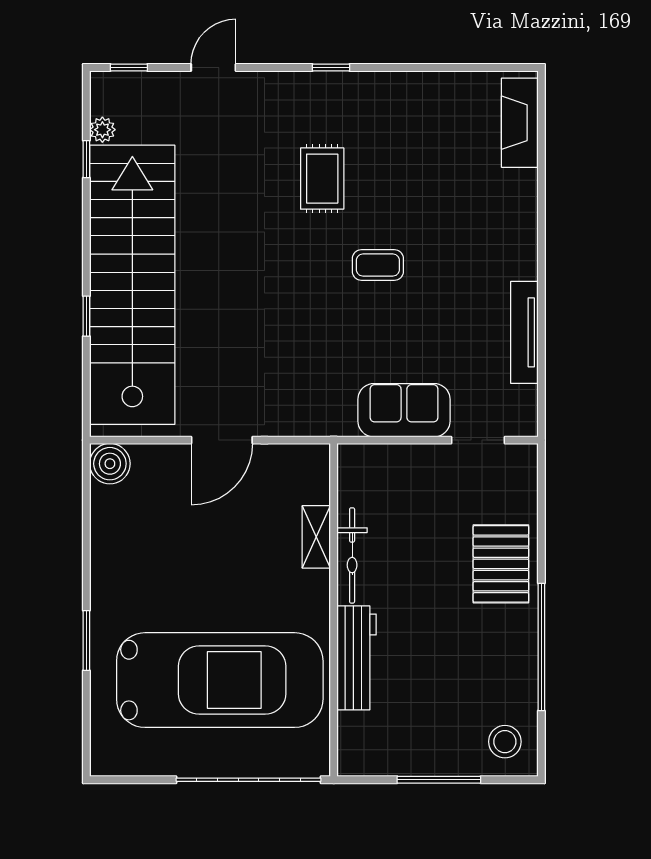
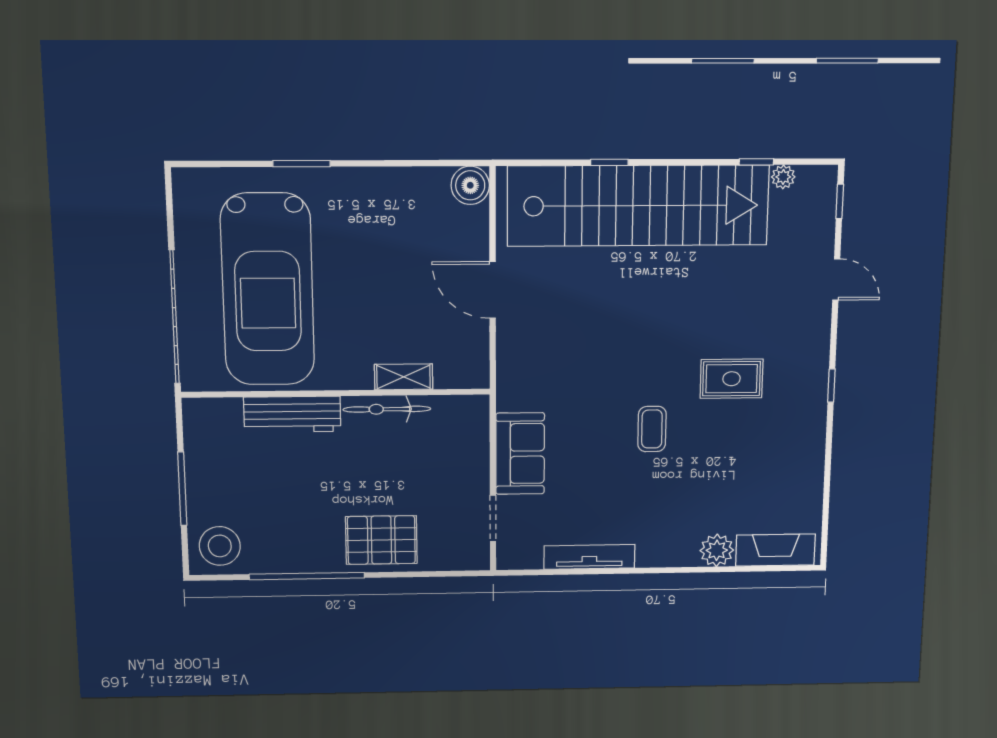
plant: (519, 189) -> (717, 550), added
stool: (505, 742) -> (220, 546), width x1.38, depth x1.38

